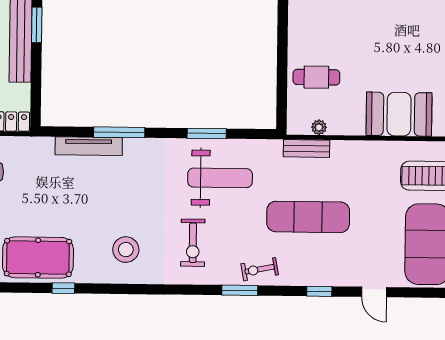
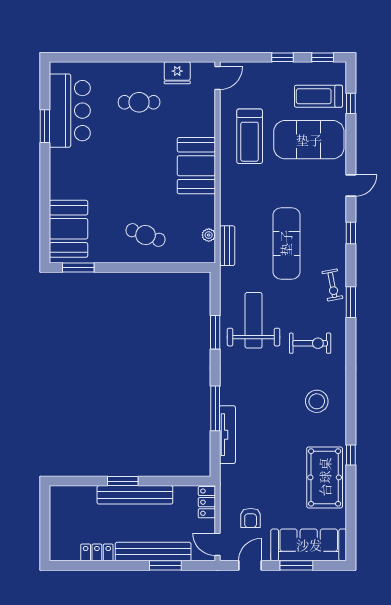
cafe table: (316, 77) -> (146, 235), moved, turned -70

